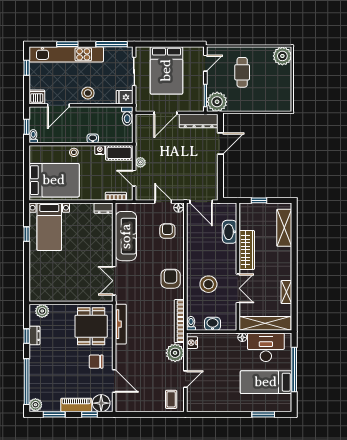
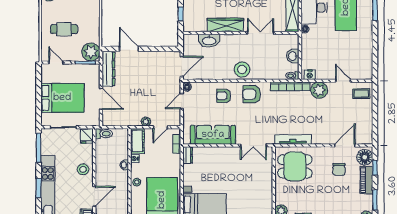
door: (58, 105) -> (94, 196), hinge flipped
armchair: (167, 231) -> (224, 96), moved
stool: (208, 284) -> (242, 69), moved
chair: (96, 362) -> (339, 169), moved

